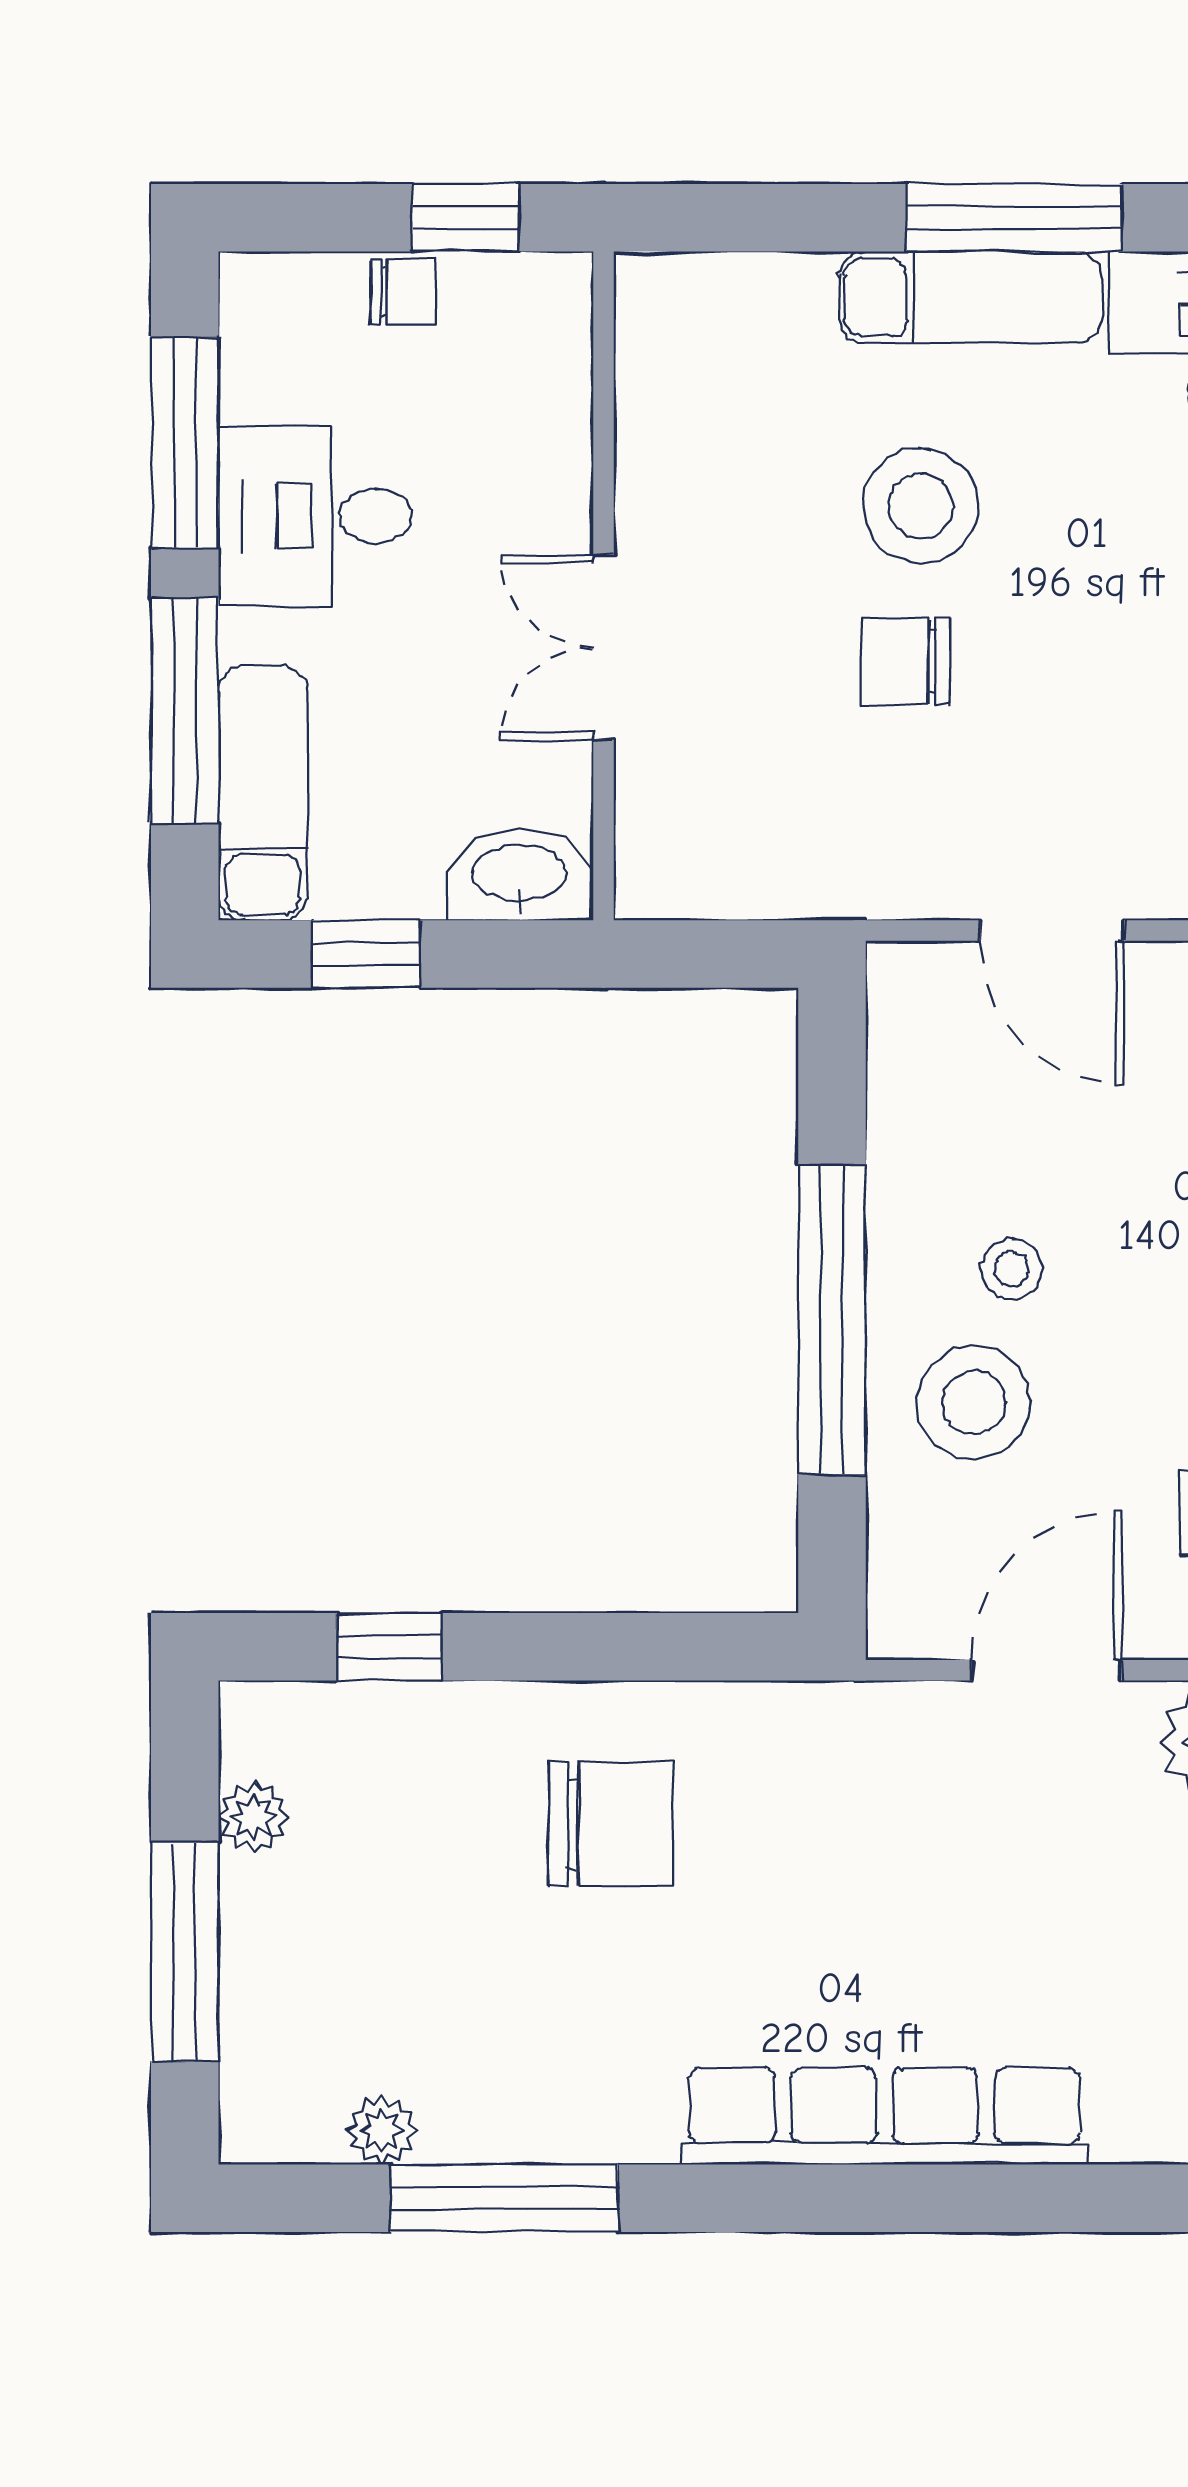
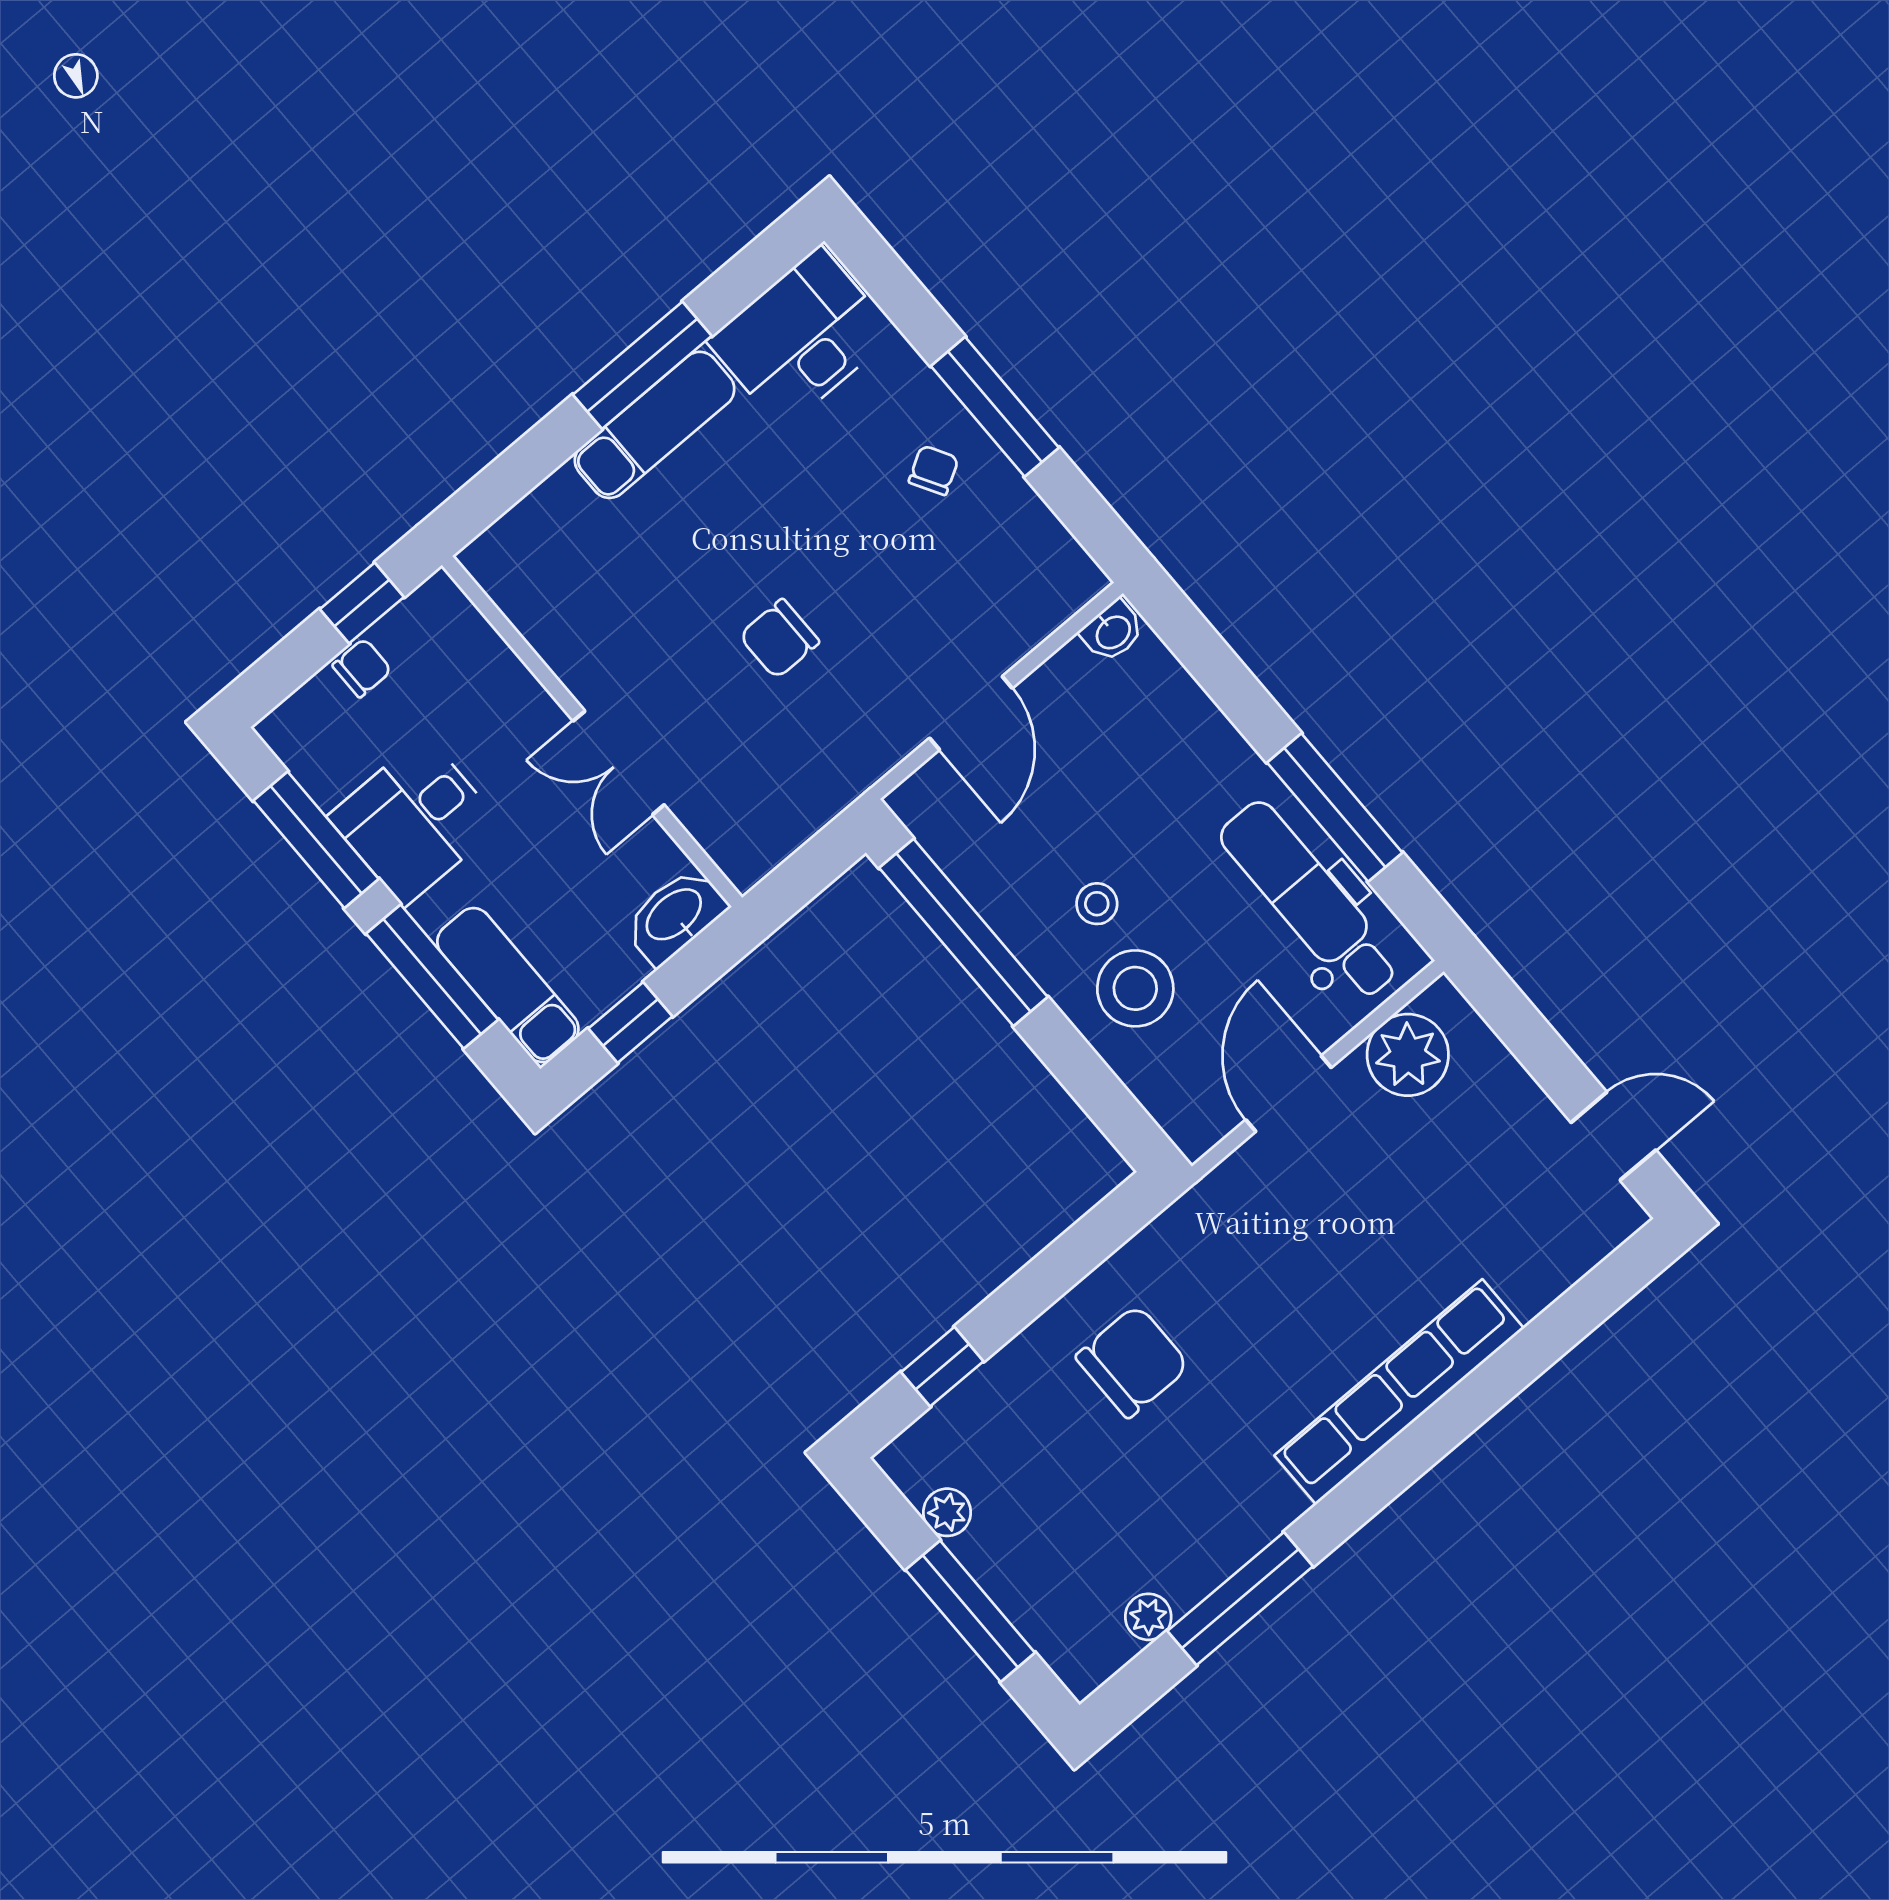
stool: (921, 506) -> (720, 553), removed
door: (1052, 930) -> (971, 713), hinge flipped
window: (832, 1319) -> (963, 932), moved

